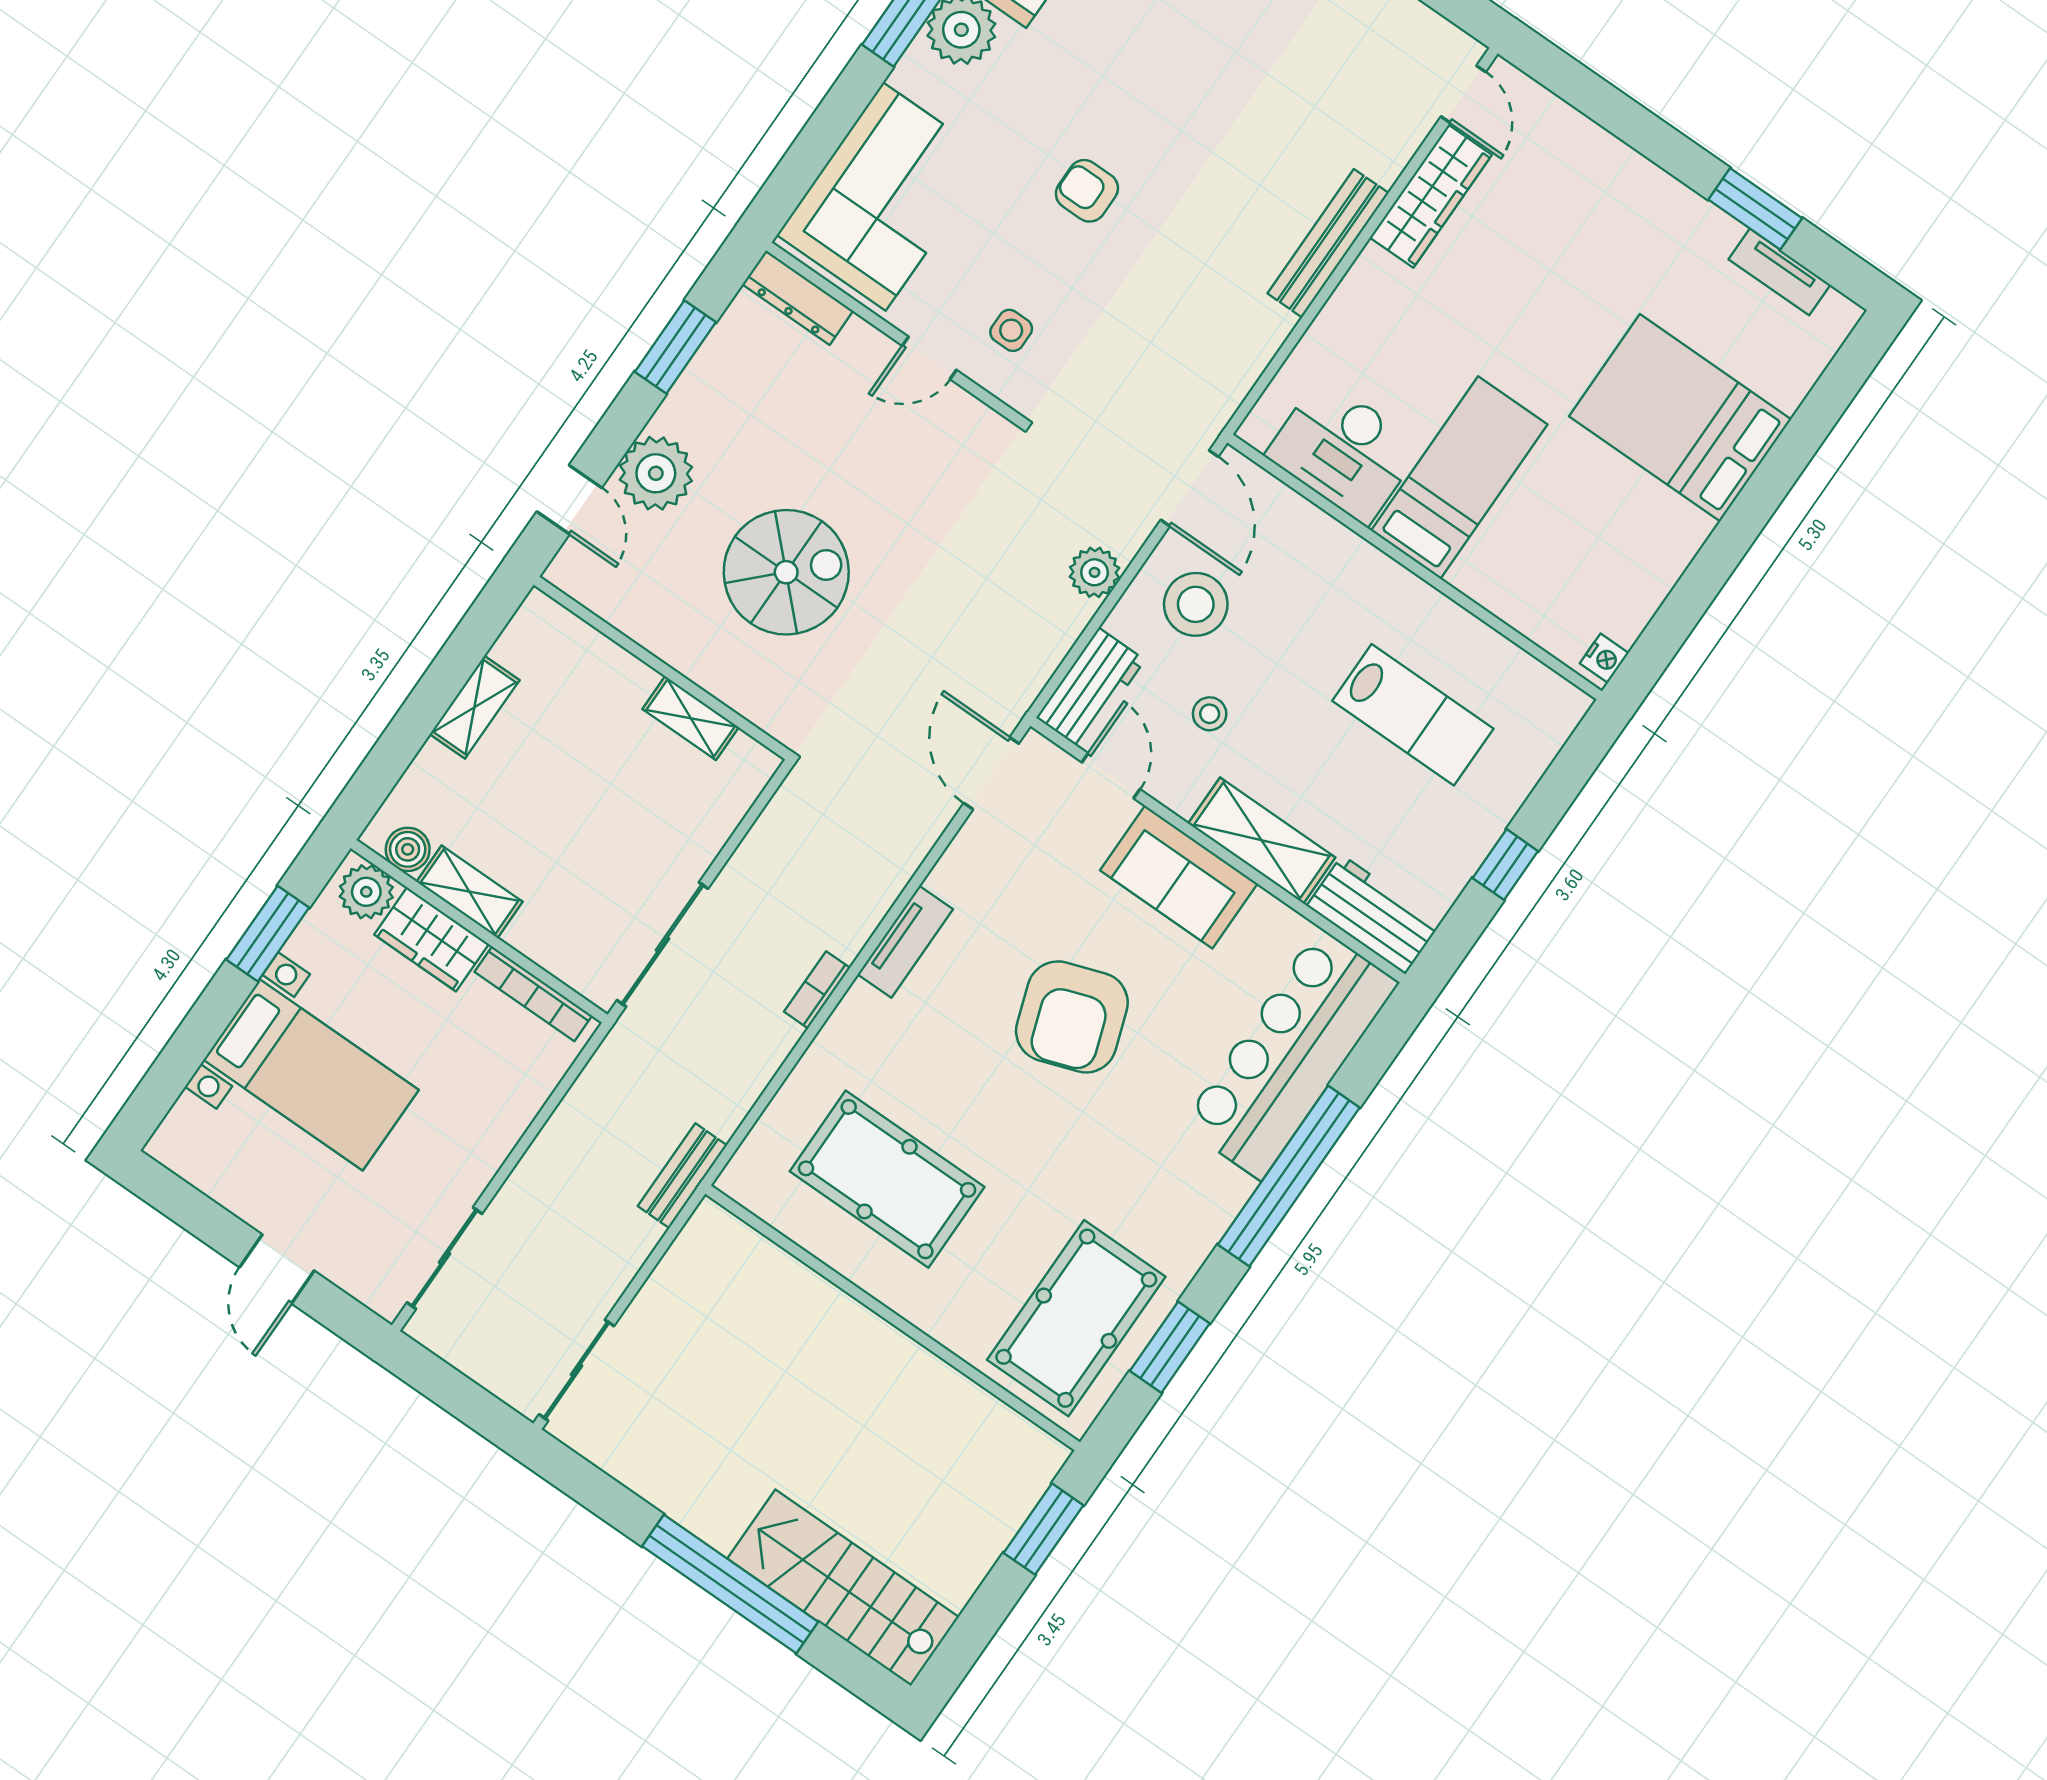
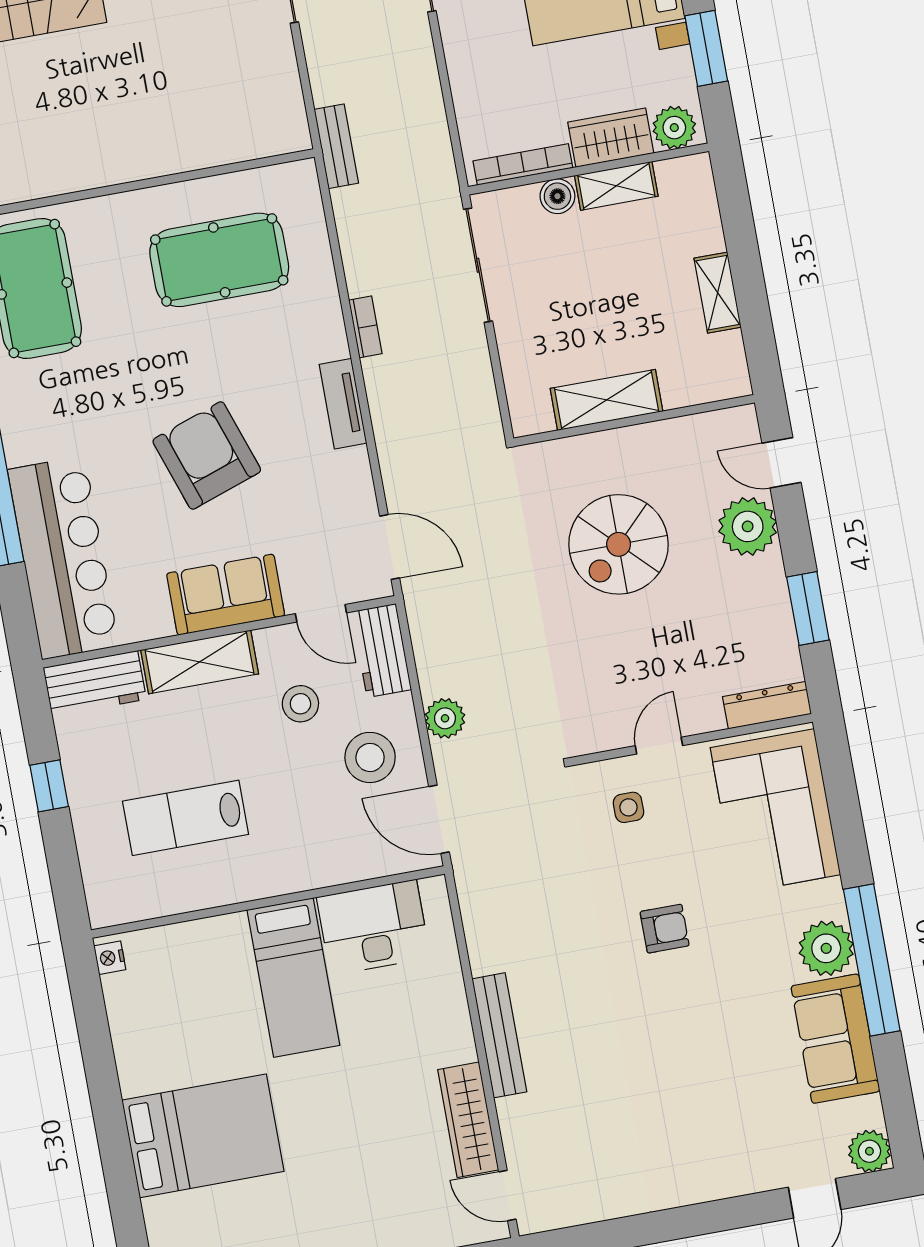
stool: (1210, 714) -> (300, 704), width x1.37, depth x1.37
shelving: (691, 718) -> (607, 400), width x1.50, depth x1.33
boiler: (408, 849) -> (557, 196), moved

